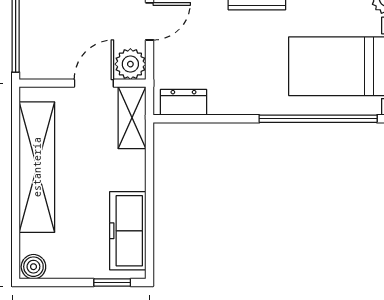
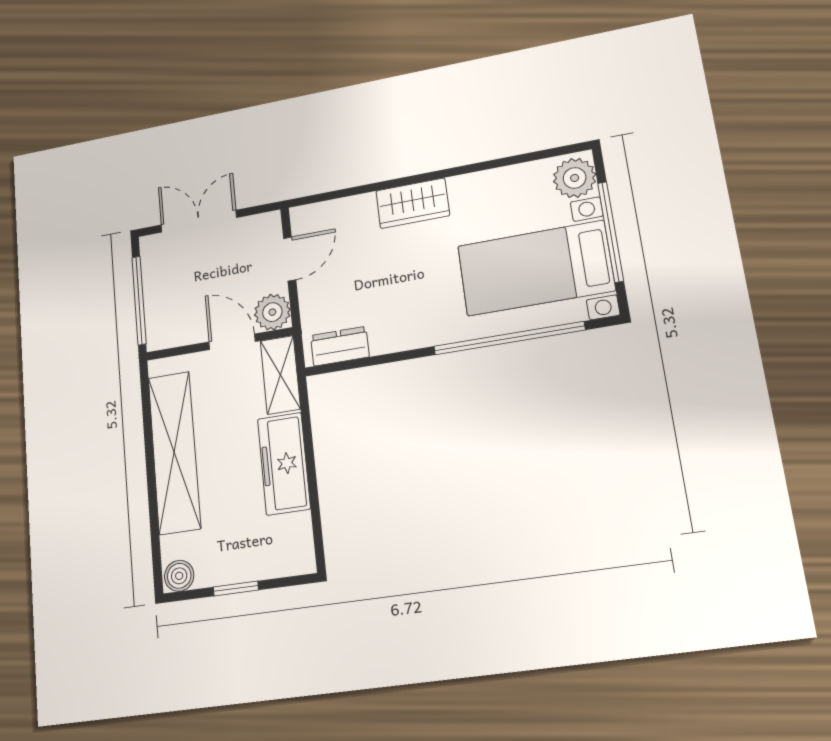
door: (94, 83) -> (232, 342), hinge flipped
freezer: (128, 231) -> (284, 464), moved
window: (112, 282) -> (236, 589), moved

